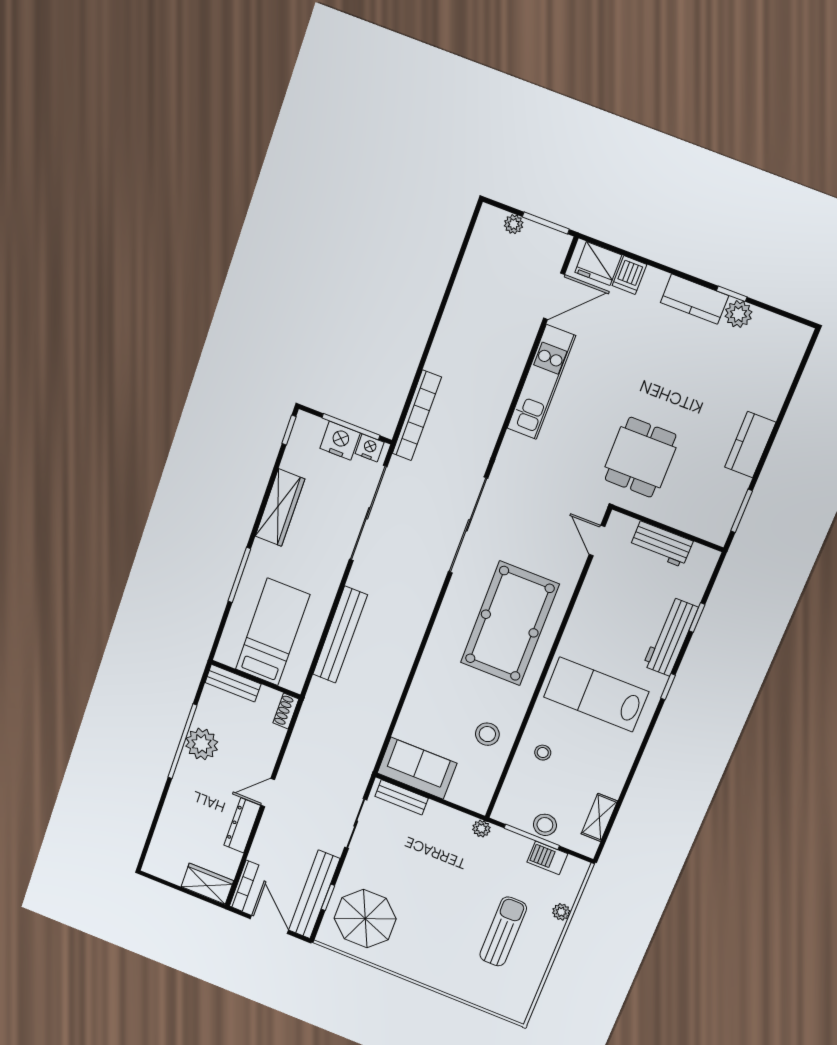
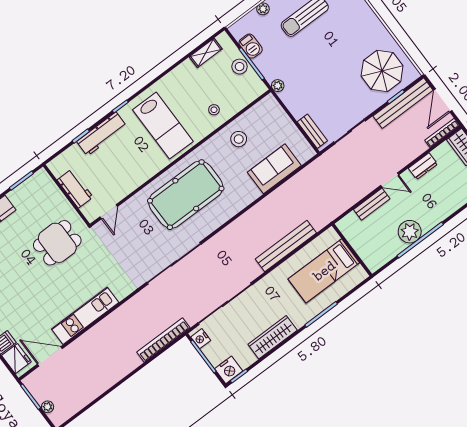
nightstand: (340, 441) -> (229, 370), moved, turned -90
bench: (233, 683) -> (372, 204), moved, turned 90
shoe rack: (286, 711) -> (347, 221), removed
sofa: (417, 768) -> (274, 169), moved, turned 90
dresser: (242, 825) -> (423, 166), width x0.70

